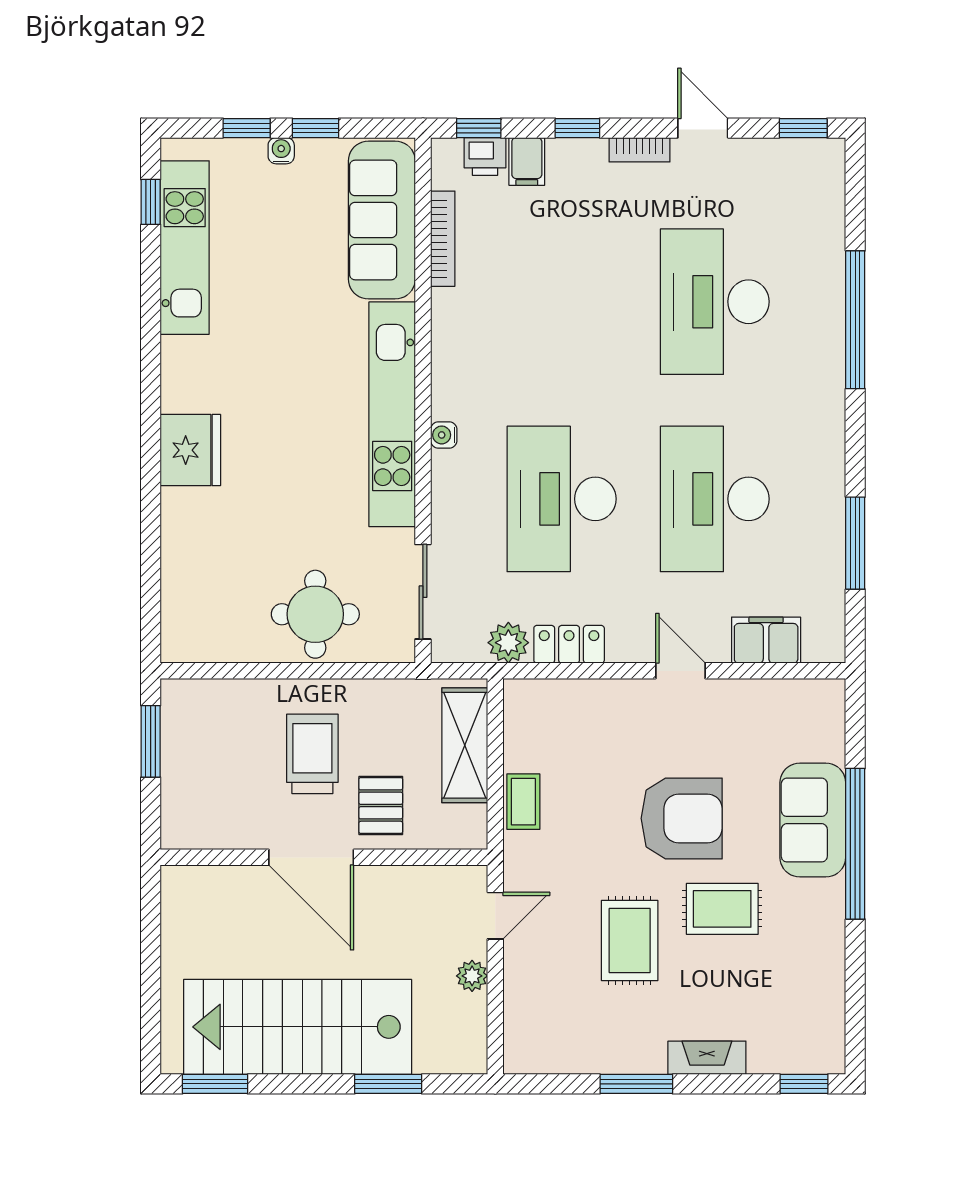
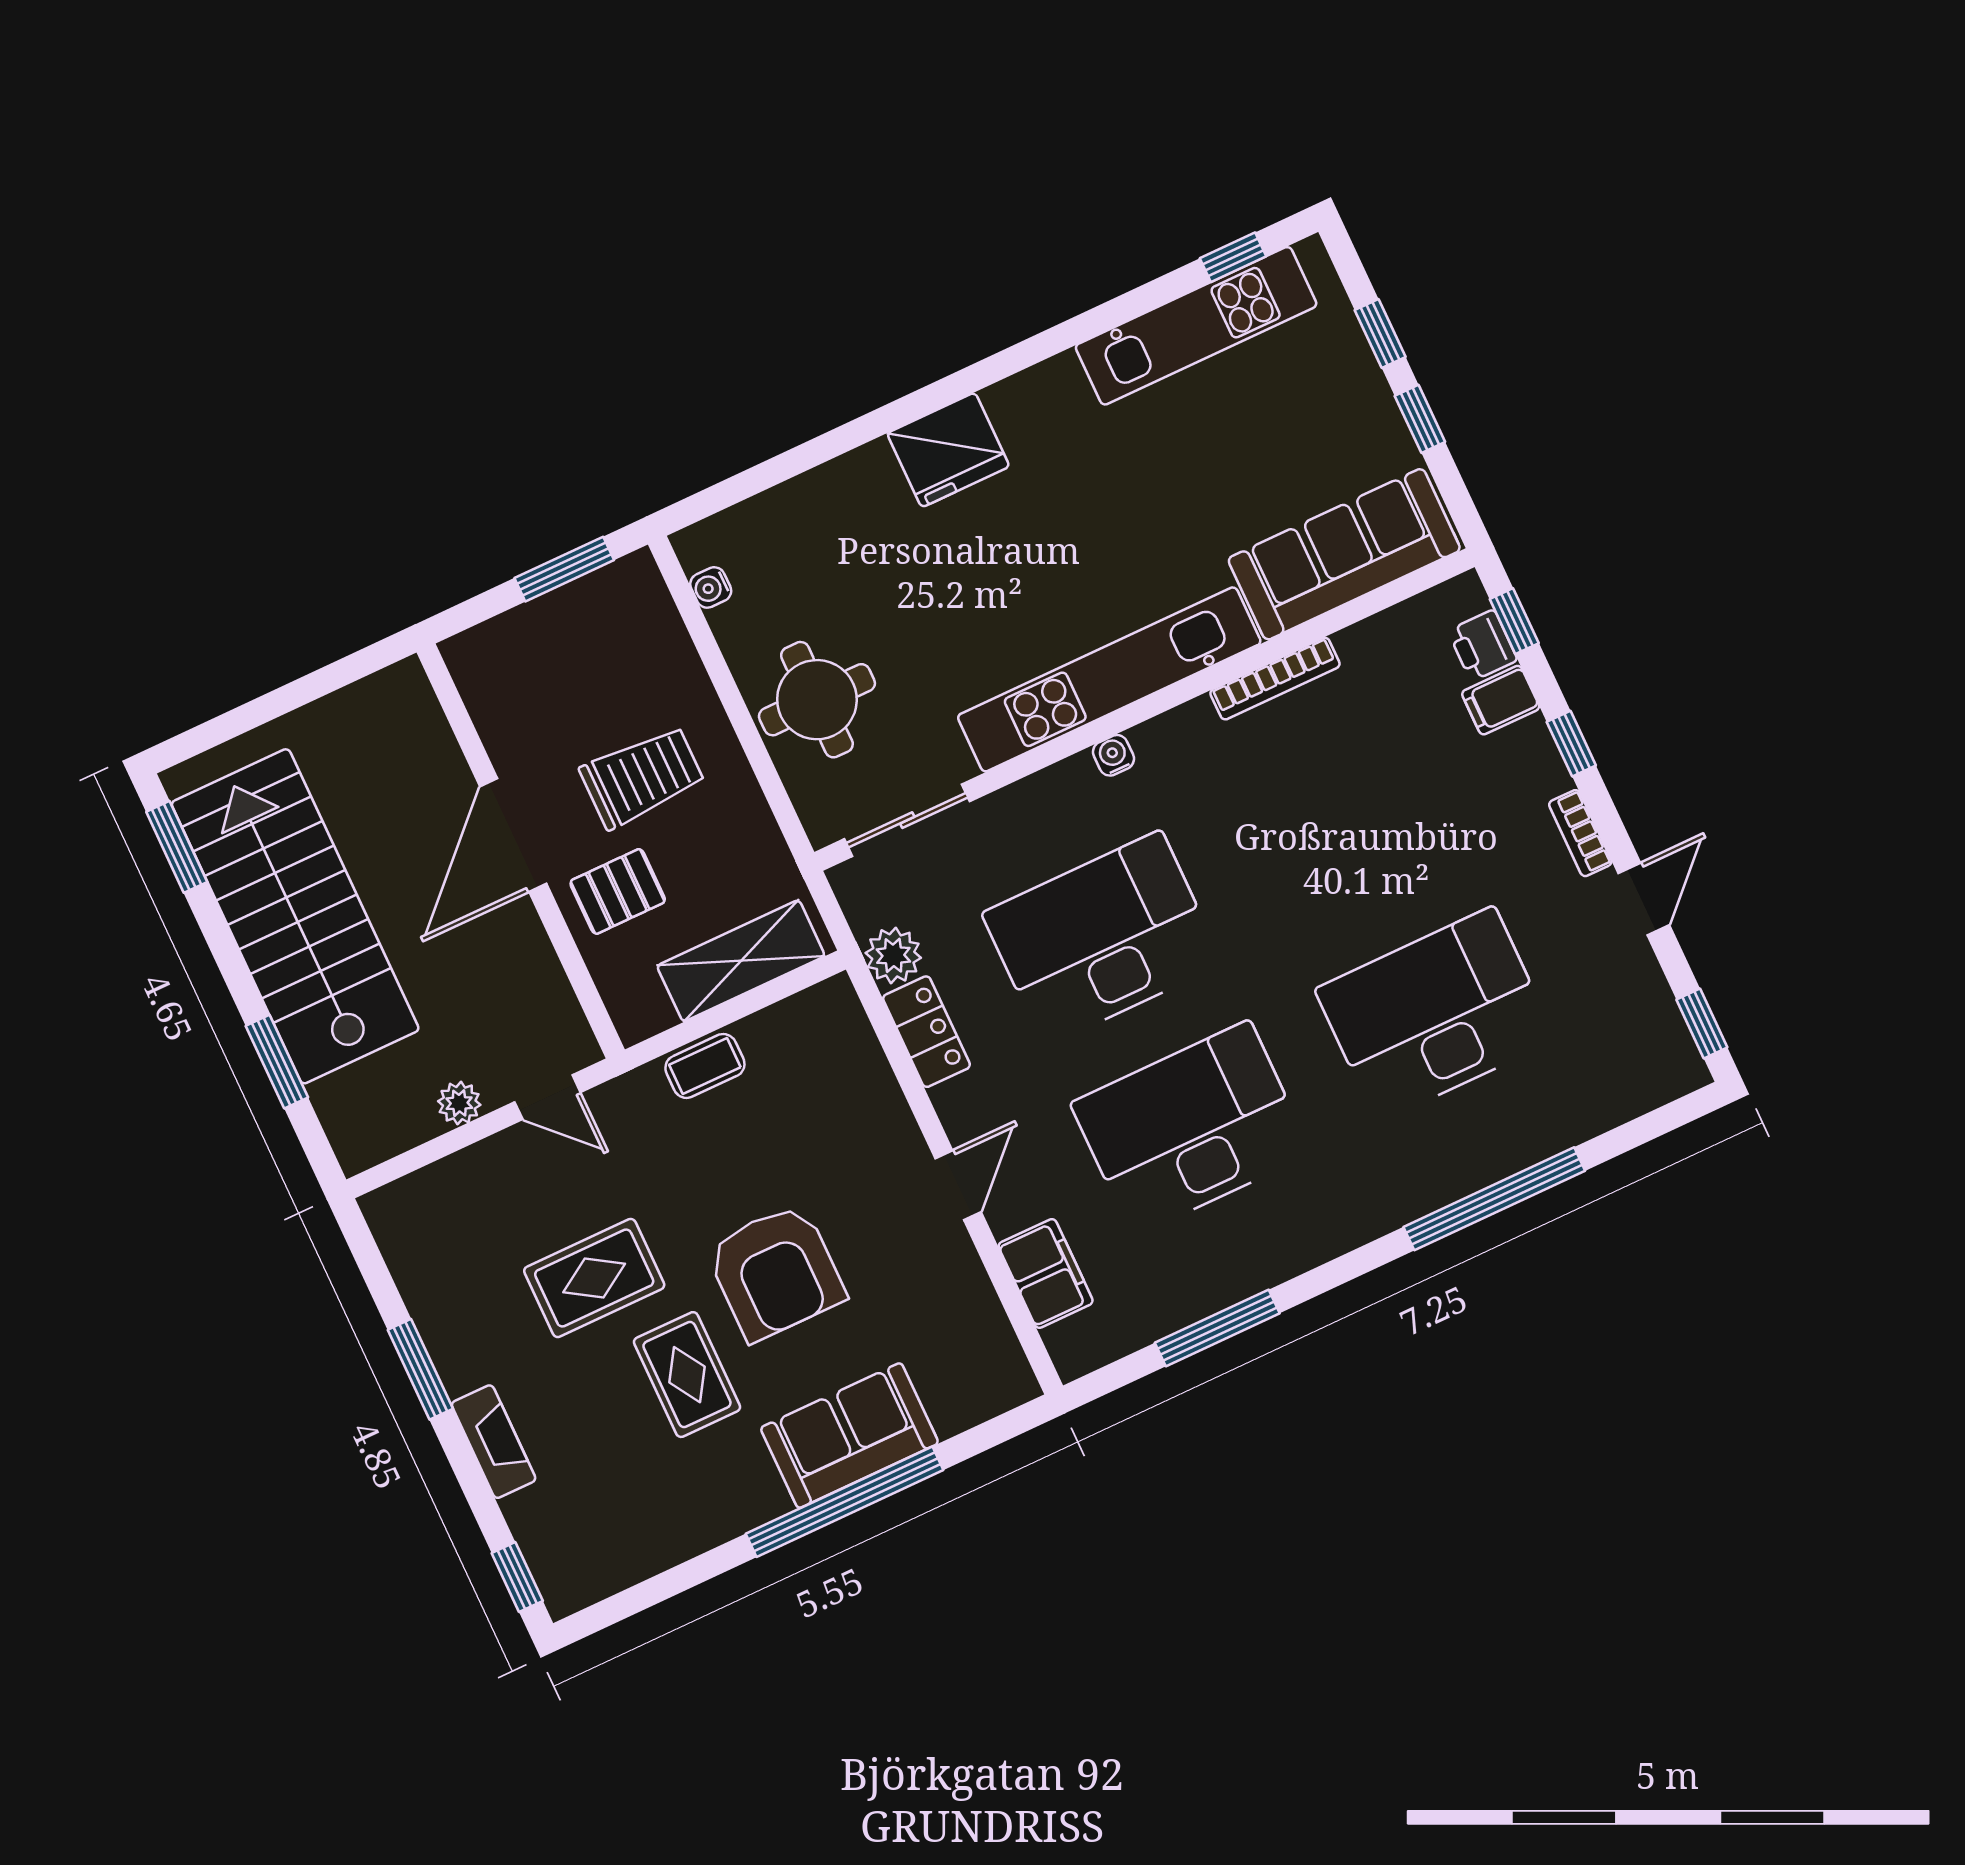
water cooler: (281, 151) -> (711, 587), moved, turned 180
bookcase: (443, 239) -> (1275, 679), moved

